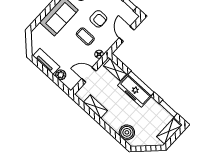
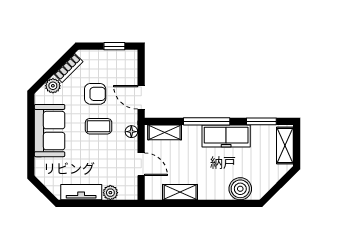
door: (127, 34) -> (141, 97), moved
door: (89, 75) -> (141, 164), swing flipped
freezer: (135, 91) -> (226, 136), moved

